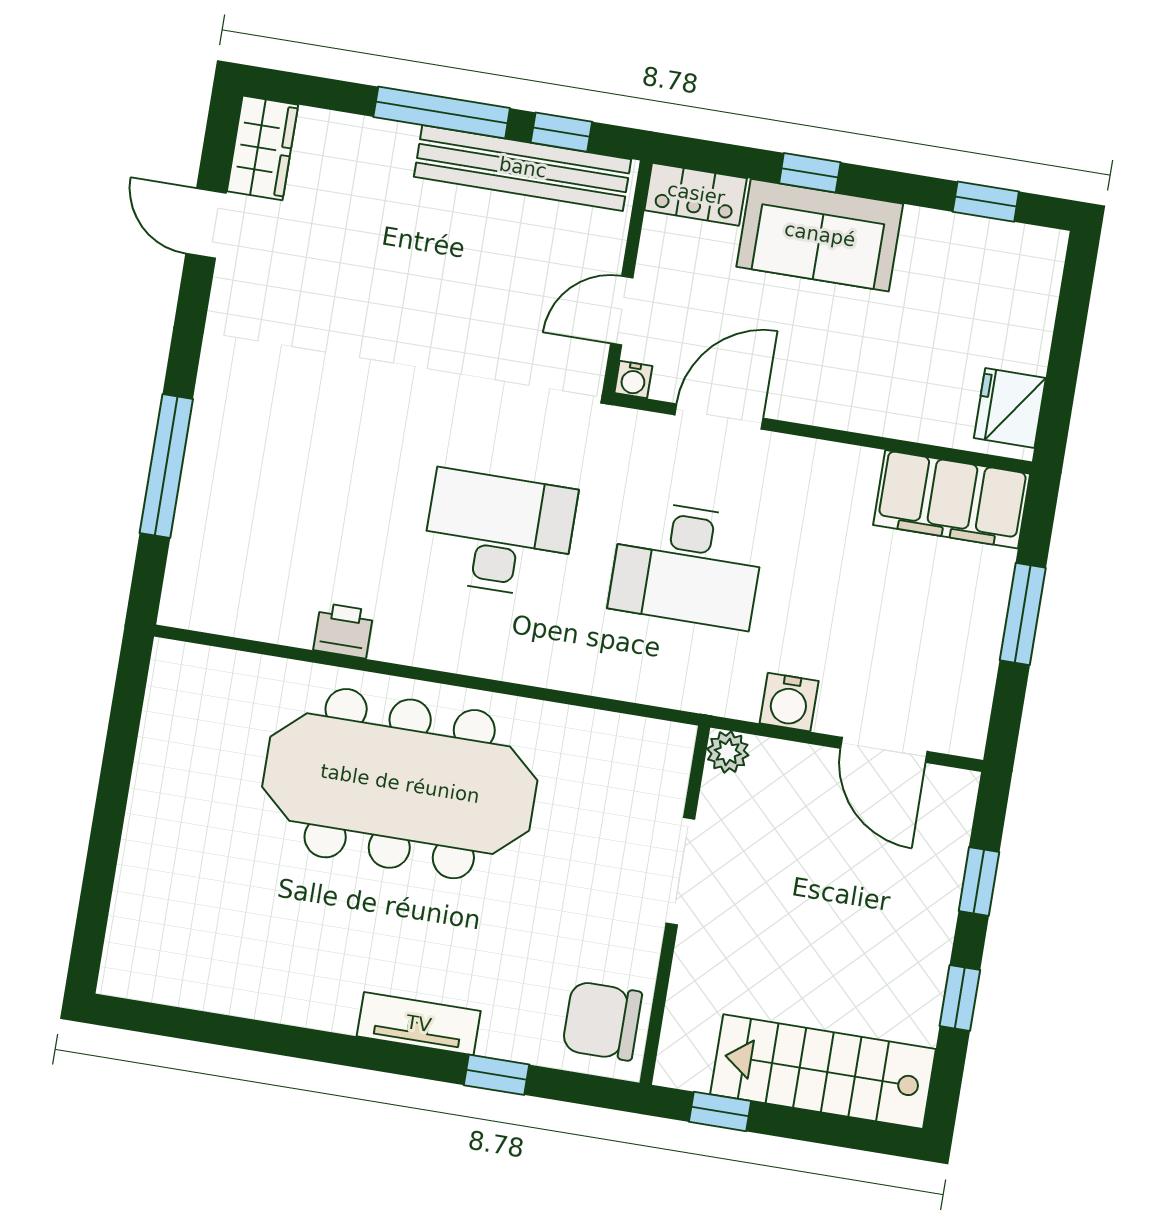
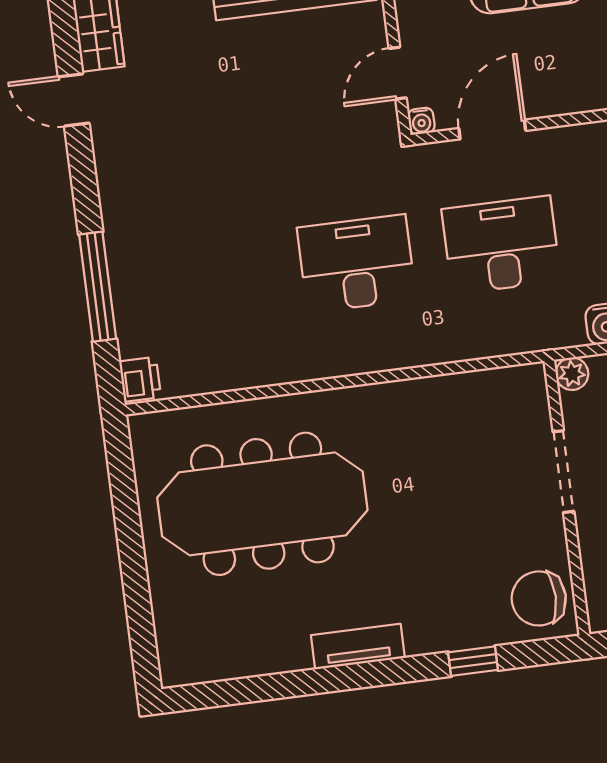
desk: (687, 564) -> (501, 245), turned 180
printer: (343, 631) -> (140, 379), moved, turned 90
meeting table: (400, 784) -> (262, 504), moved
tv unit: (419, 1024) -> (358, 647), moved

